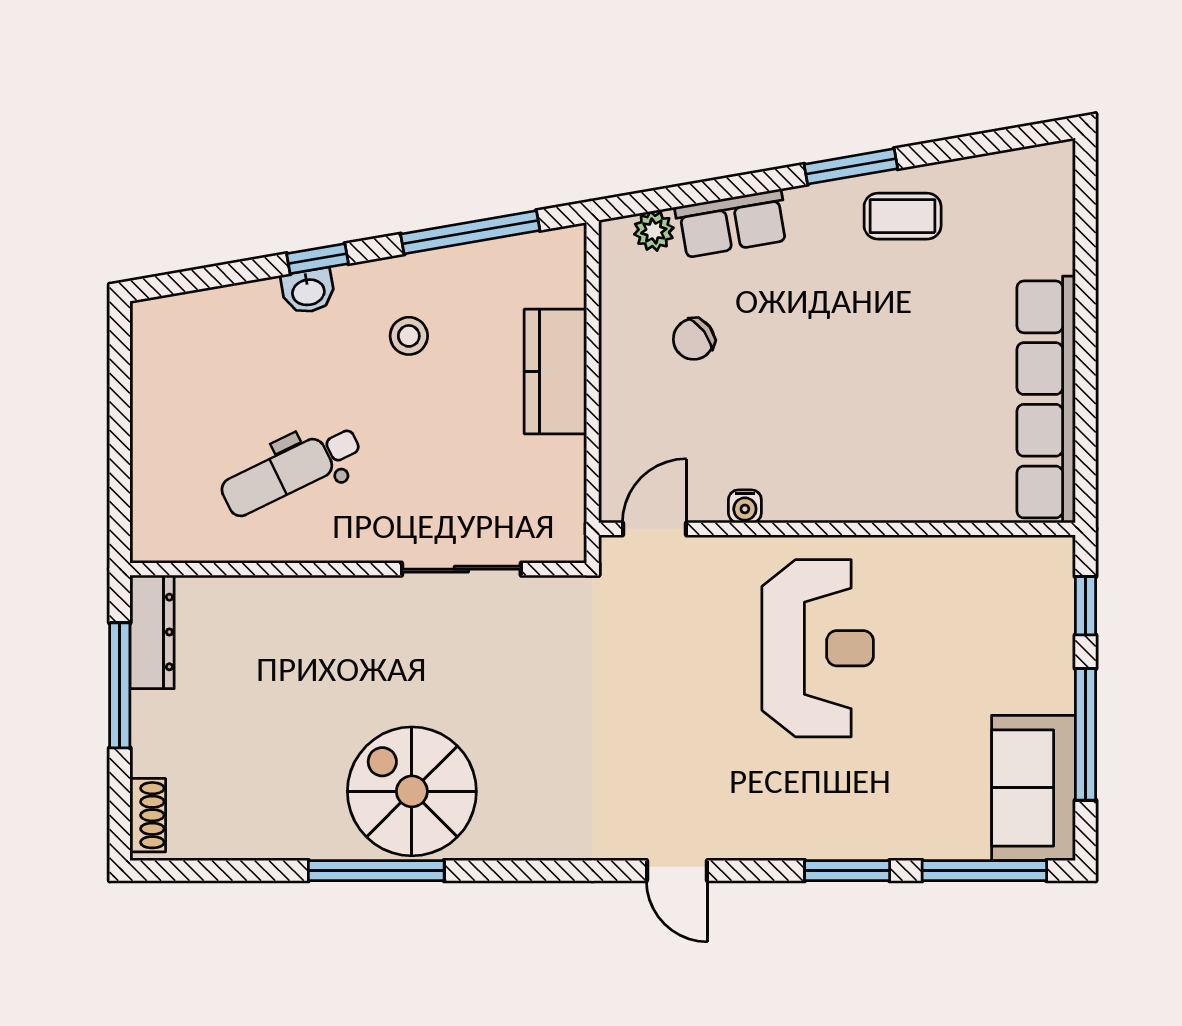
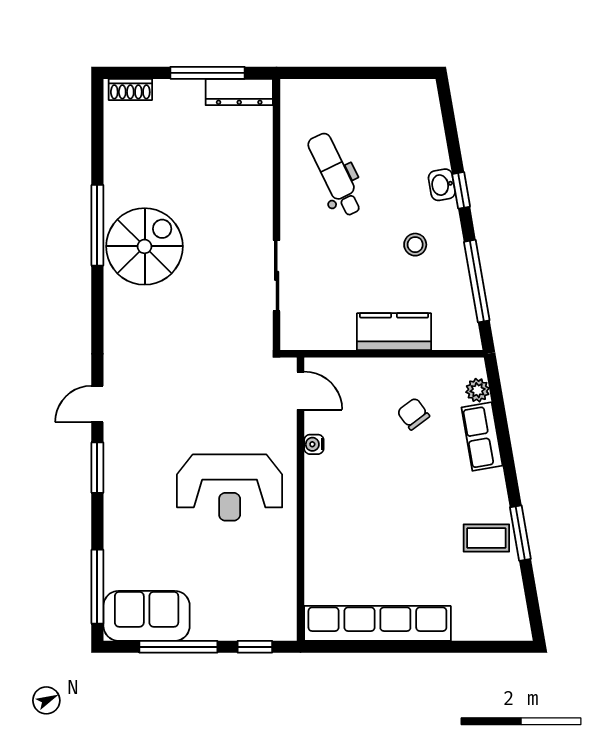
window: (851, 166) -> (520, 533), moved
coffee table: (903, 216) -> (486, 538), turned 90
window: (847, 871) -> (97, 468), moved

